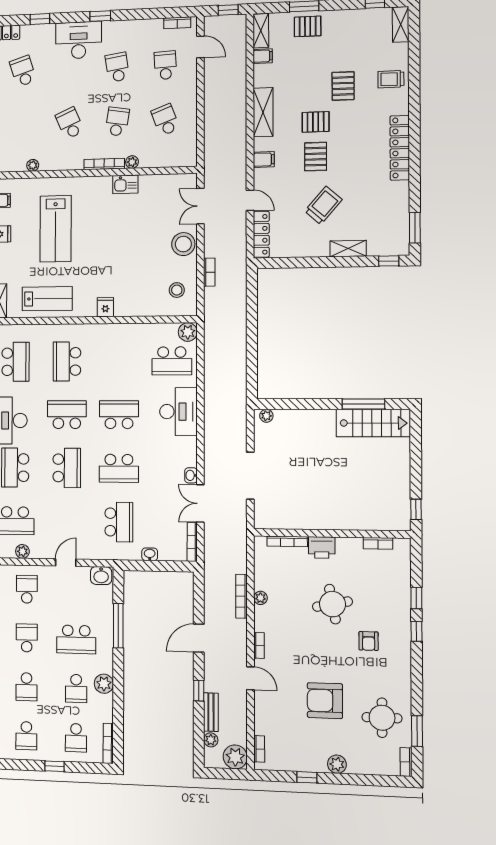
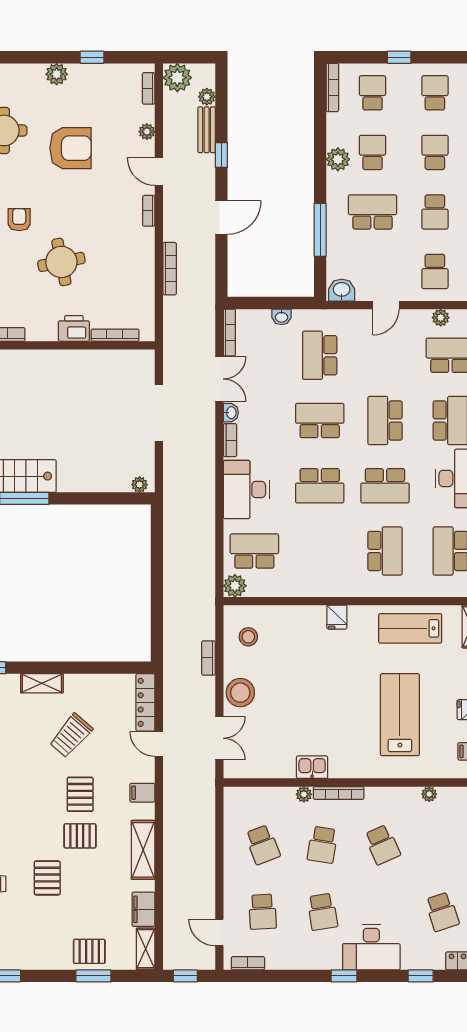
filing cabinet: (263, 56) -> (143, 909), width x2.00
bookcase: (192, 453) -> (230, 440), added
plant: (260, 598) -> (147, 132), moved

